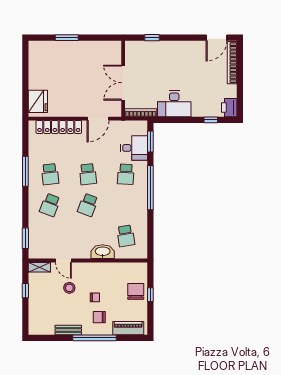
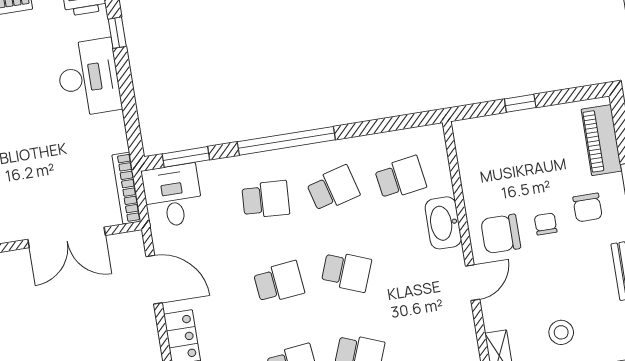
desk: (174, 104) -> (89, 78), moved
desk: (134, 148) -> (173, 196), moved
school desk: (126, 205) -> (333, 189), added
door: (63, 260) -> (473, 283), moved
stool: (69, 288) -> (561, 332), moved
chair: (136, 291) -> (501, 234), moved

